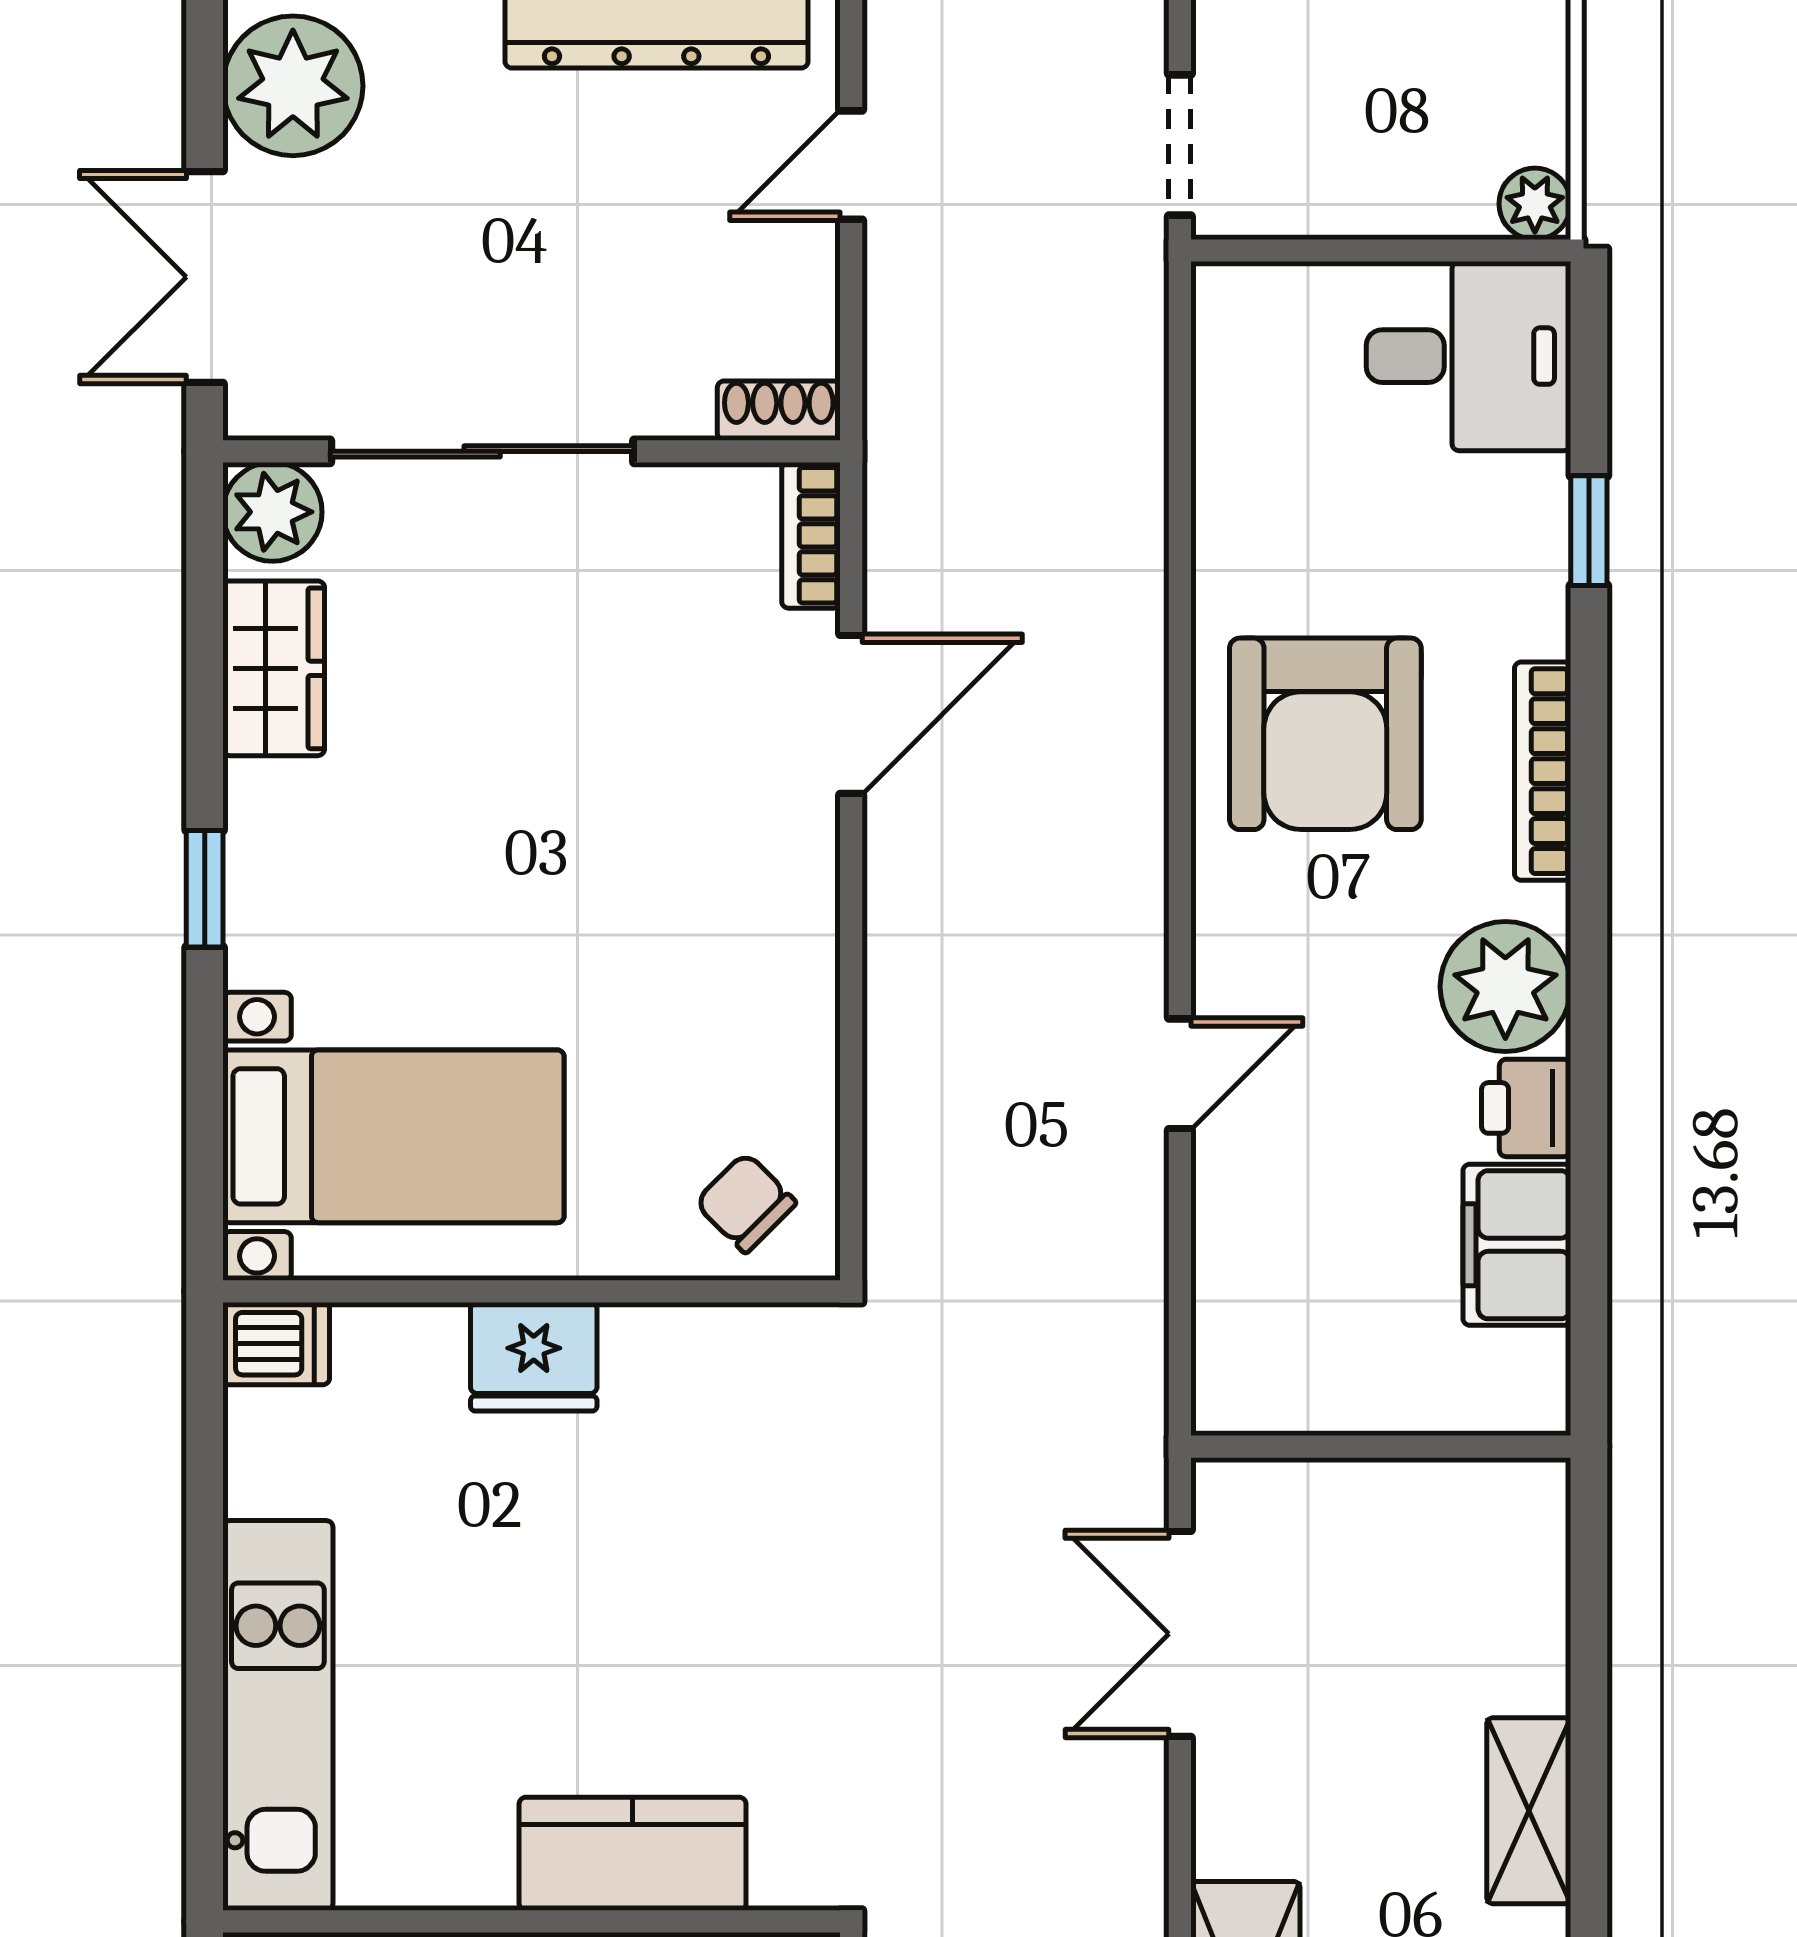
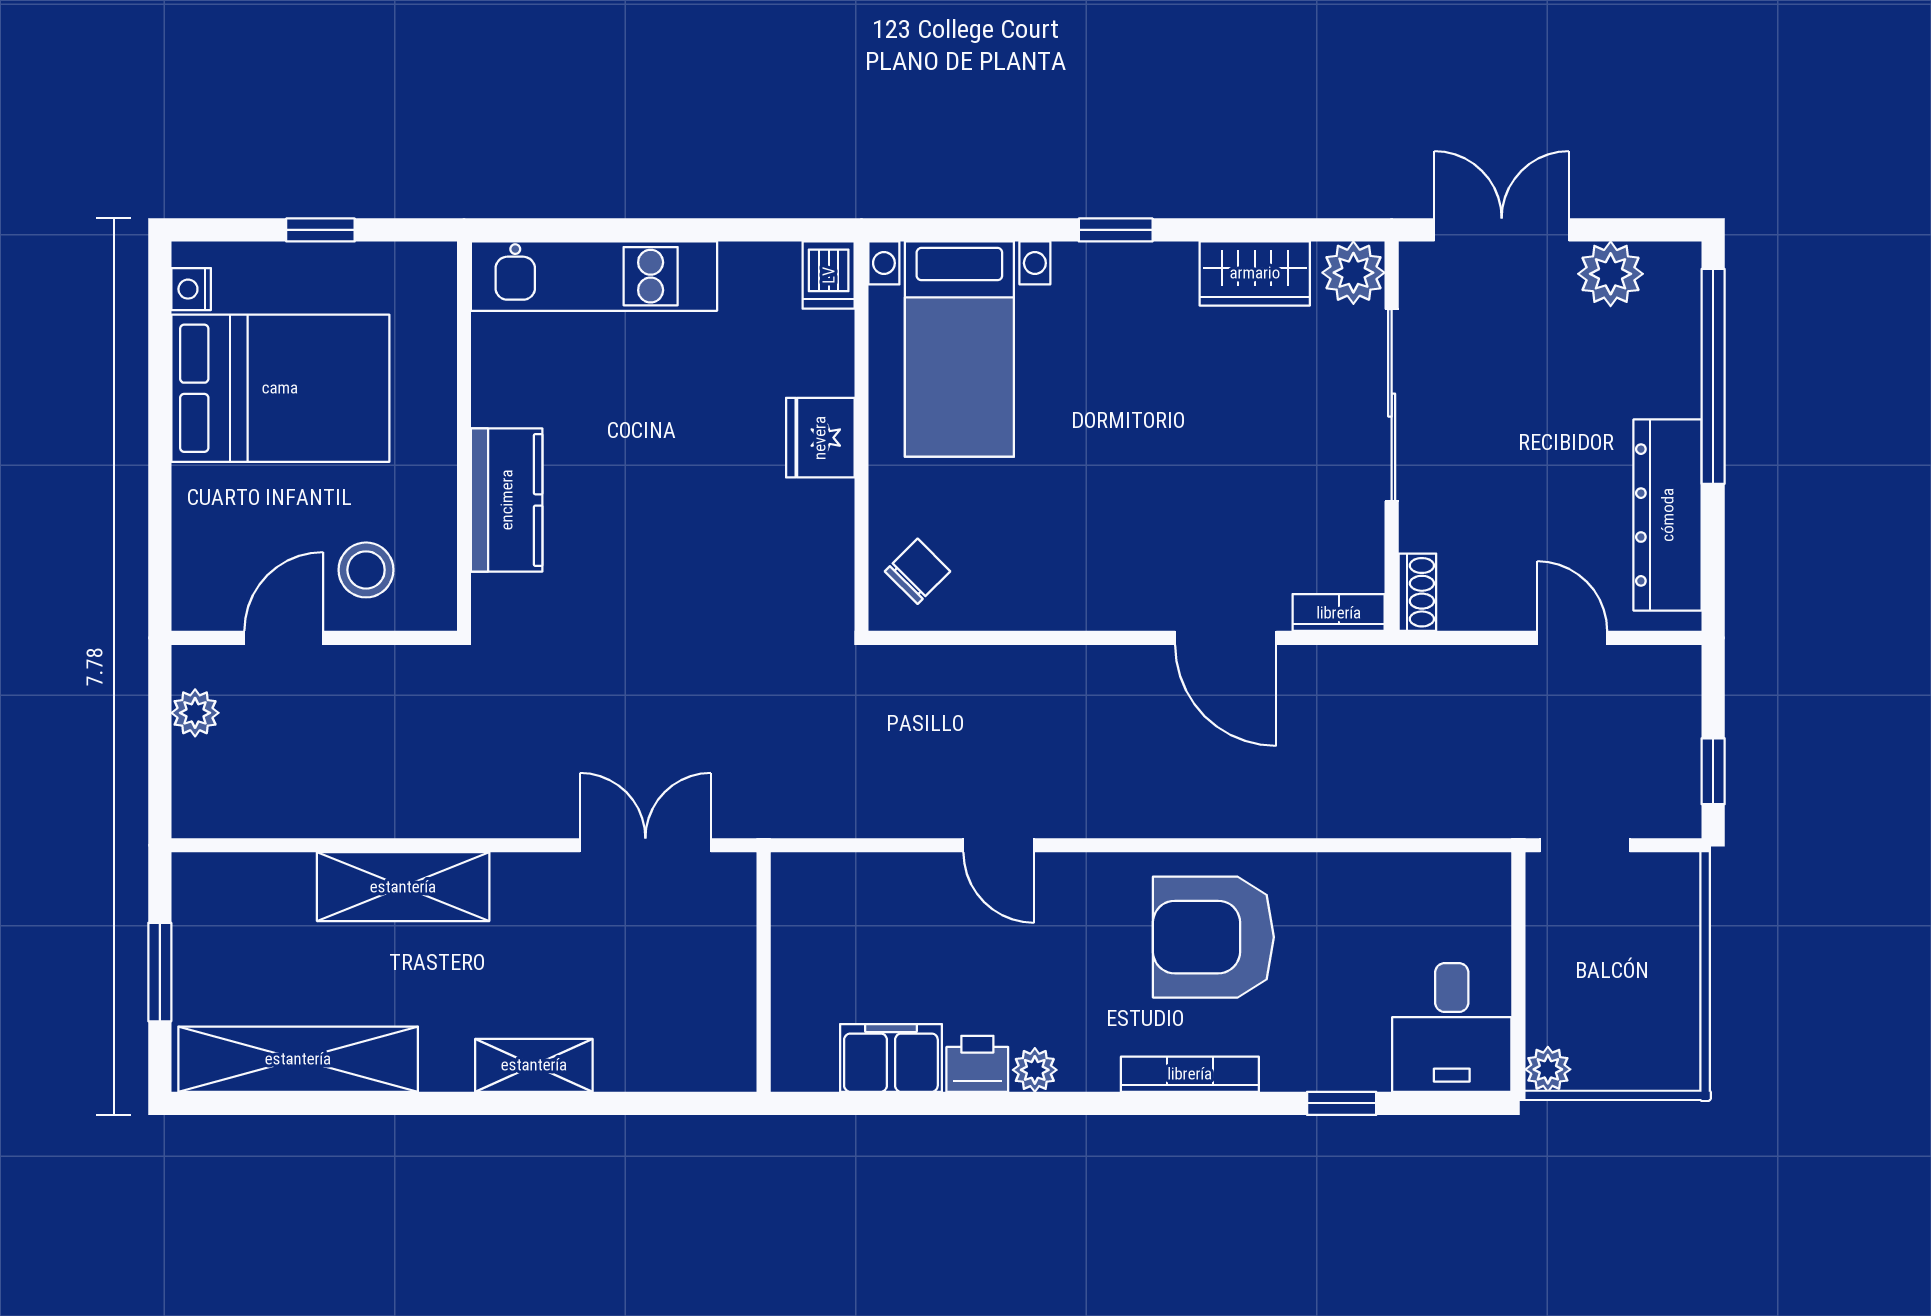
plant: (293, 86) -> (1611, 274), width x0.73, depth x0.73
plant: (1505, 987) -> (1035, 1070), width x0.53, depth x0.53

